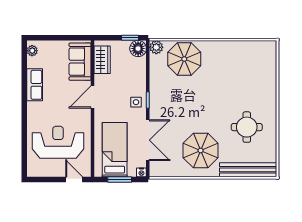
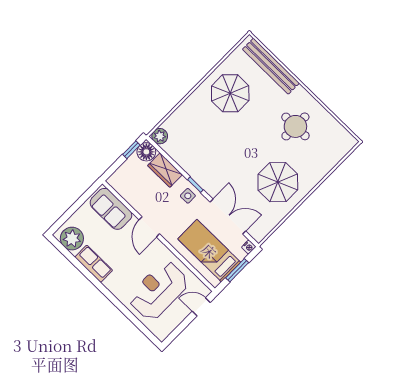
plant: (32, 51) -> (72, 239), width x1.88, depth x1.88
parasol: (184, 59) -> (230, 93), moved
wardrobe: (102, 60) -> (165, 170), moved, turned 180
bench: (248, 170) -> (271, 66), moved, turned 90

